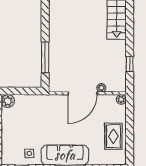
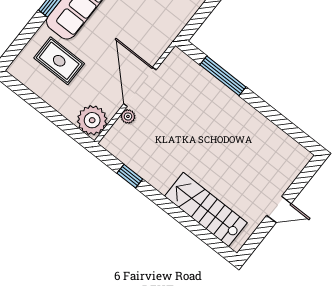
plant: (121, 99) -> (92, 120), width x1.87, depth x1.87
rug: (113, 136) -> (59, 61), moved

